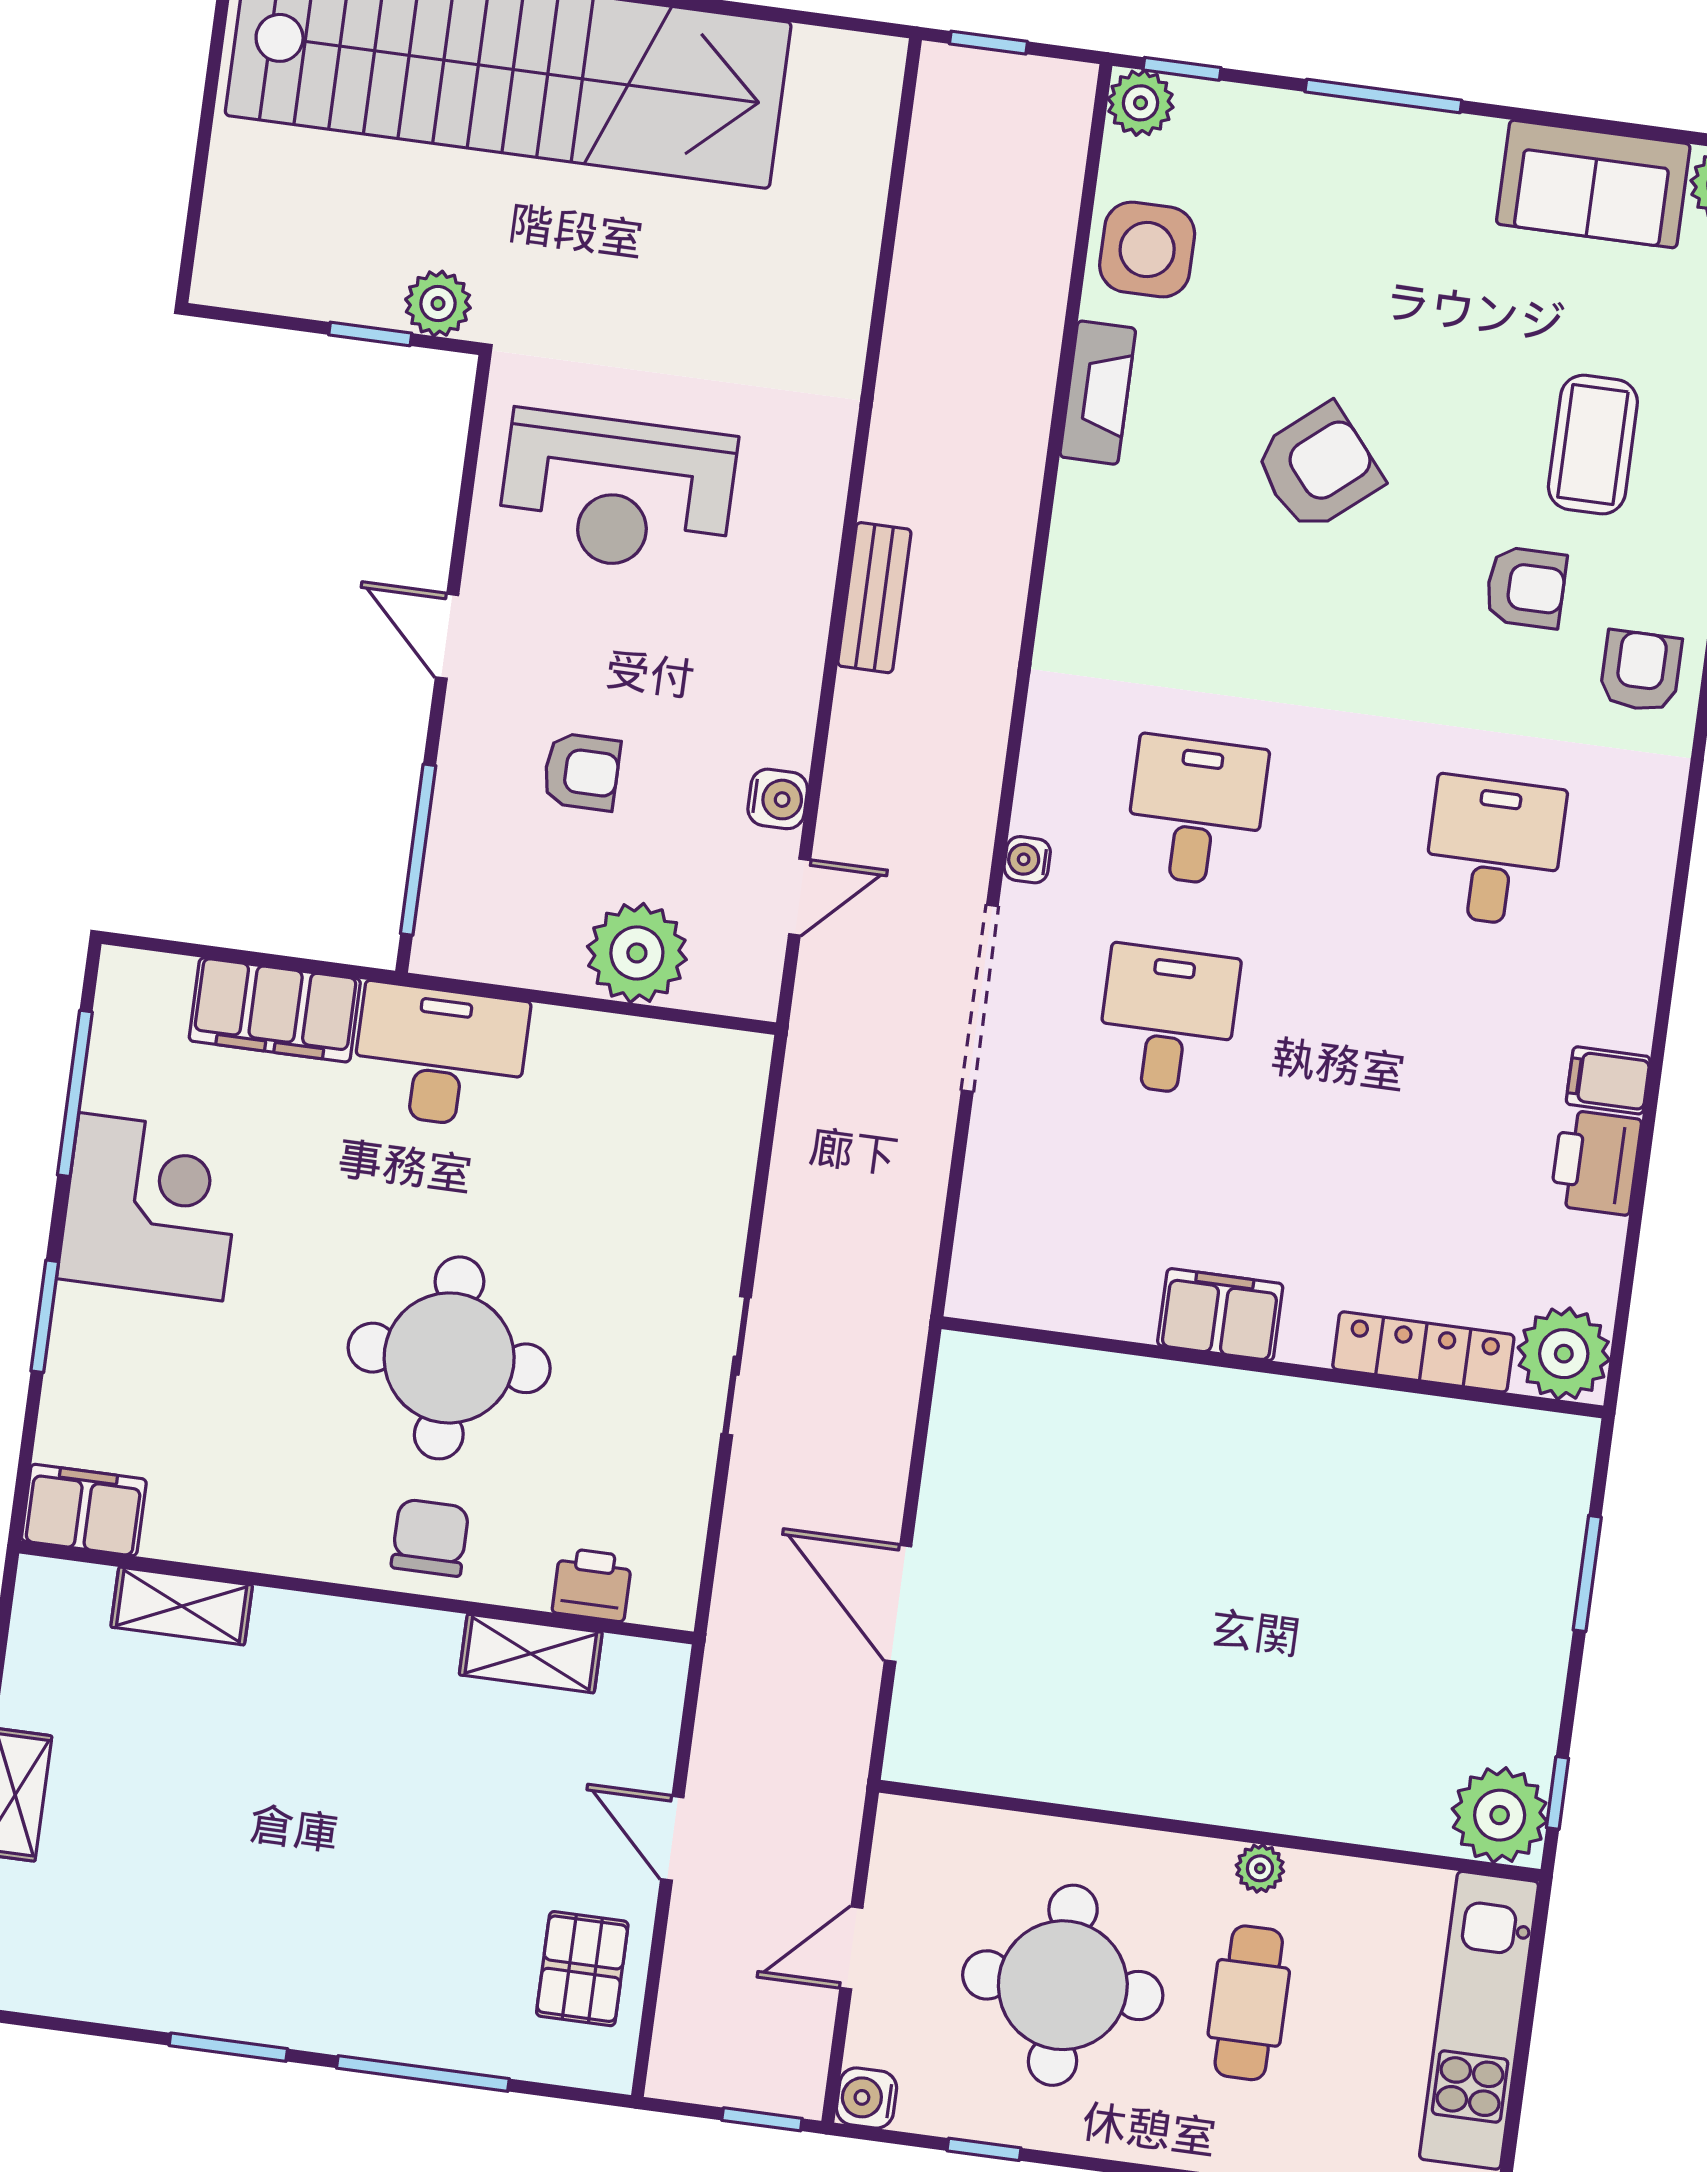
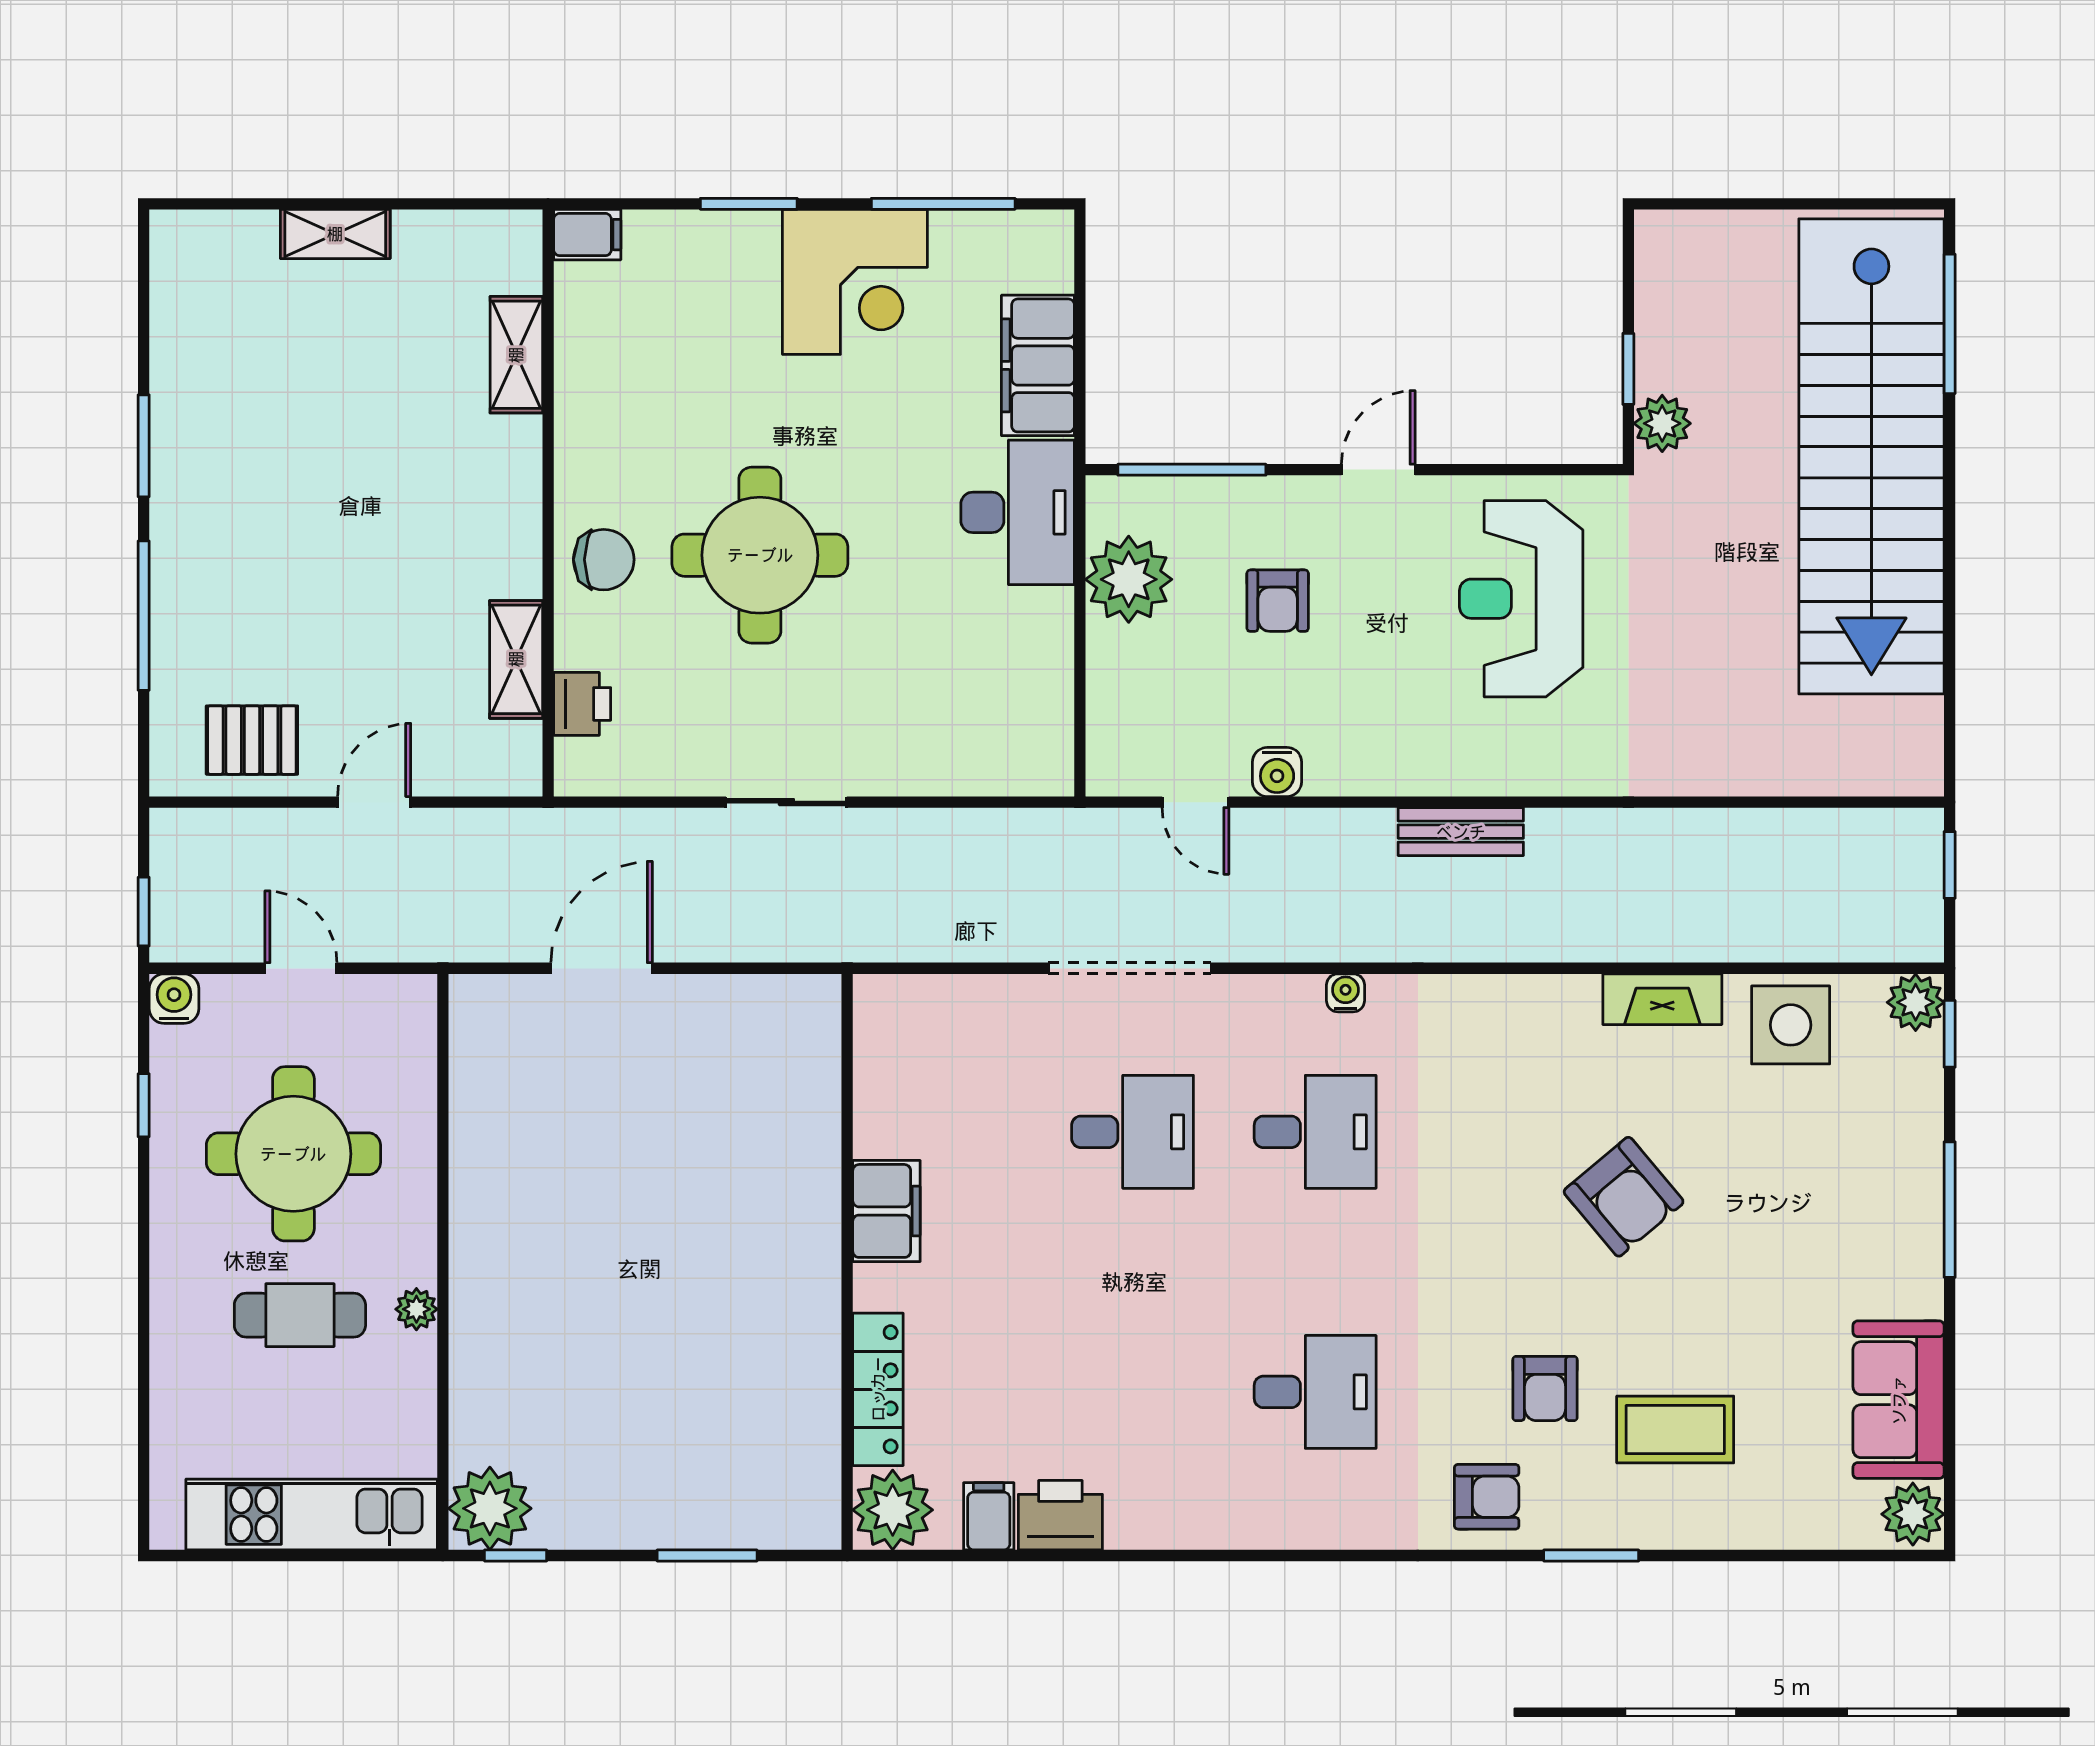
water cooler: (1027, 860) -> (1346, 993), moved
plant: (637, 953) -> (1129, 579), moved
filing cabinet: (1608, 1080) -> (989, 1516), moved
filing cabinet: (84, 1510) -> (587, 235), width x0.50

